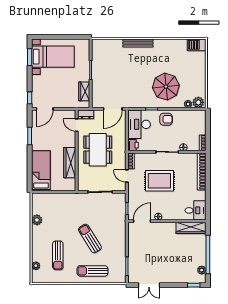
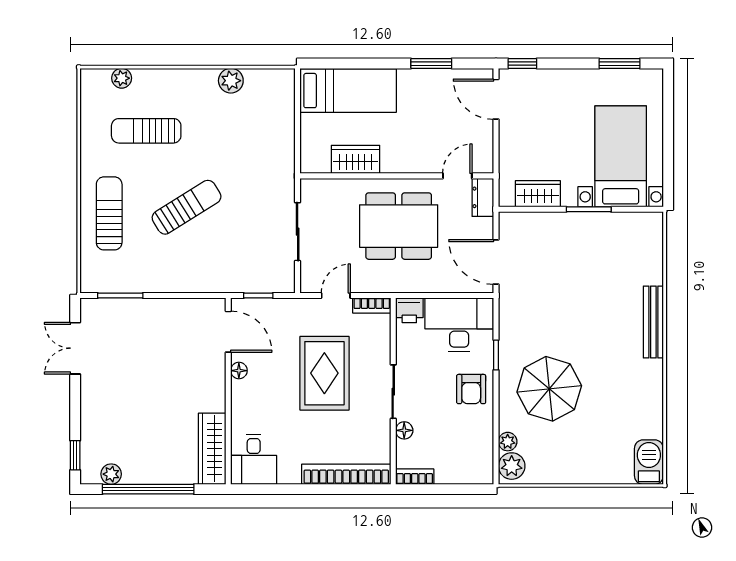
bed with nightstands: (53, 57) -> (621, 156), moved, turned 180
wardrobe: (70, 163) -> (355, 159), width x0.67

